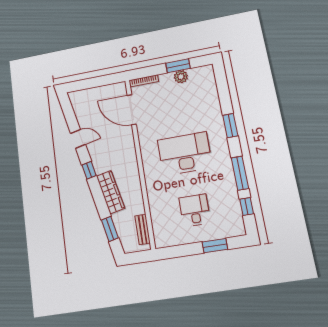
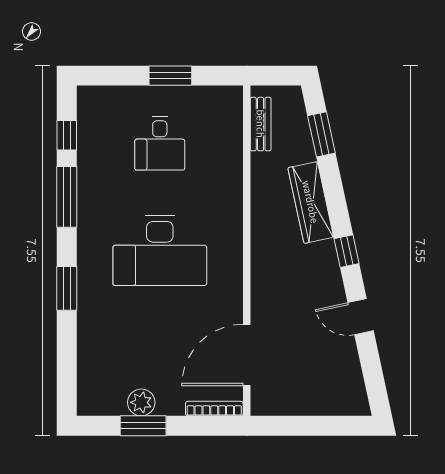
door: (132, 110) -> (247, 355), swing flipped
window: (215, 246) -> (170, 76), moved

